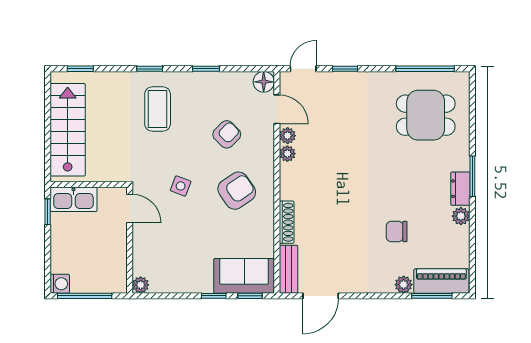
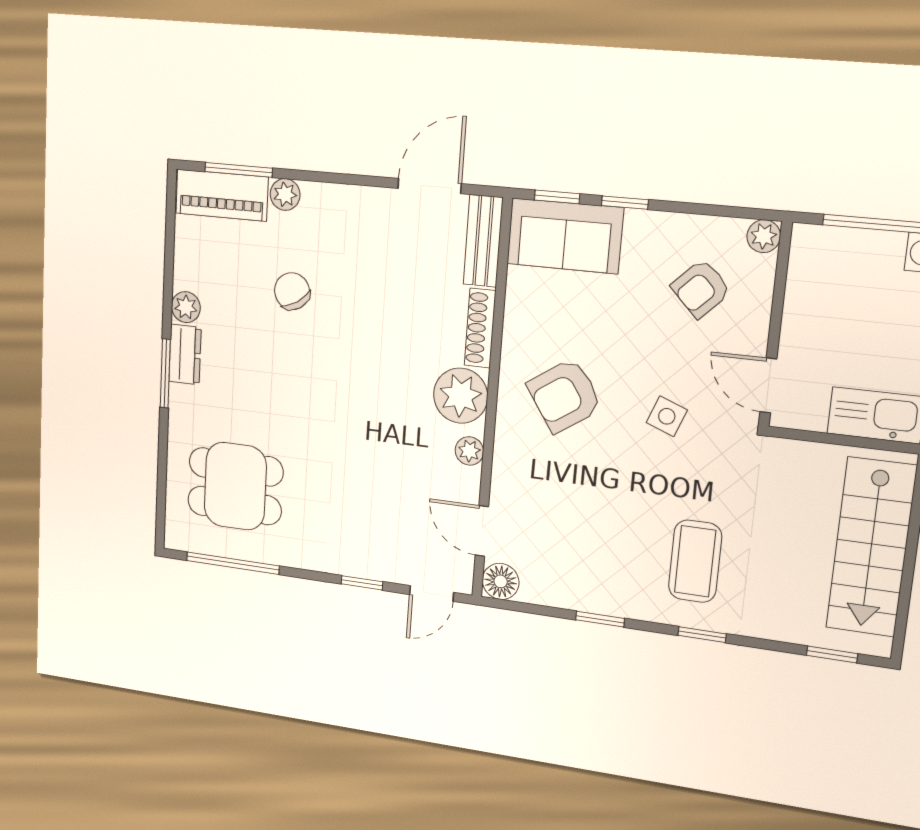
armchair: (227, 134) -> (701, 289), moved
plant: (288, 136) -> (461, 396), moved, width x1.88, depth x1.88
chair: (397, 231) -> (292, 291), turned -122

